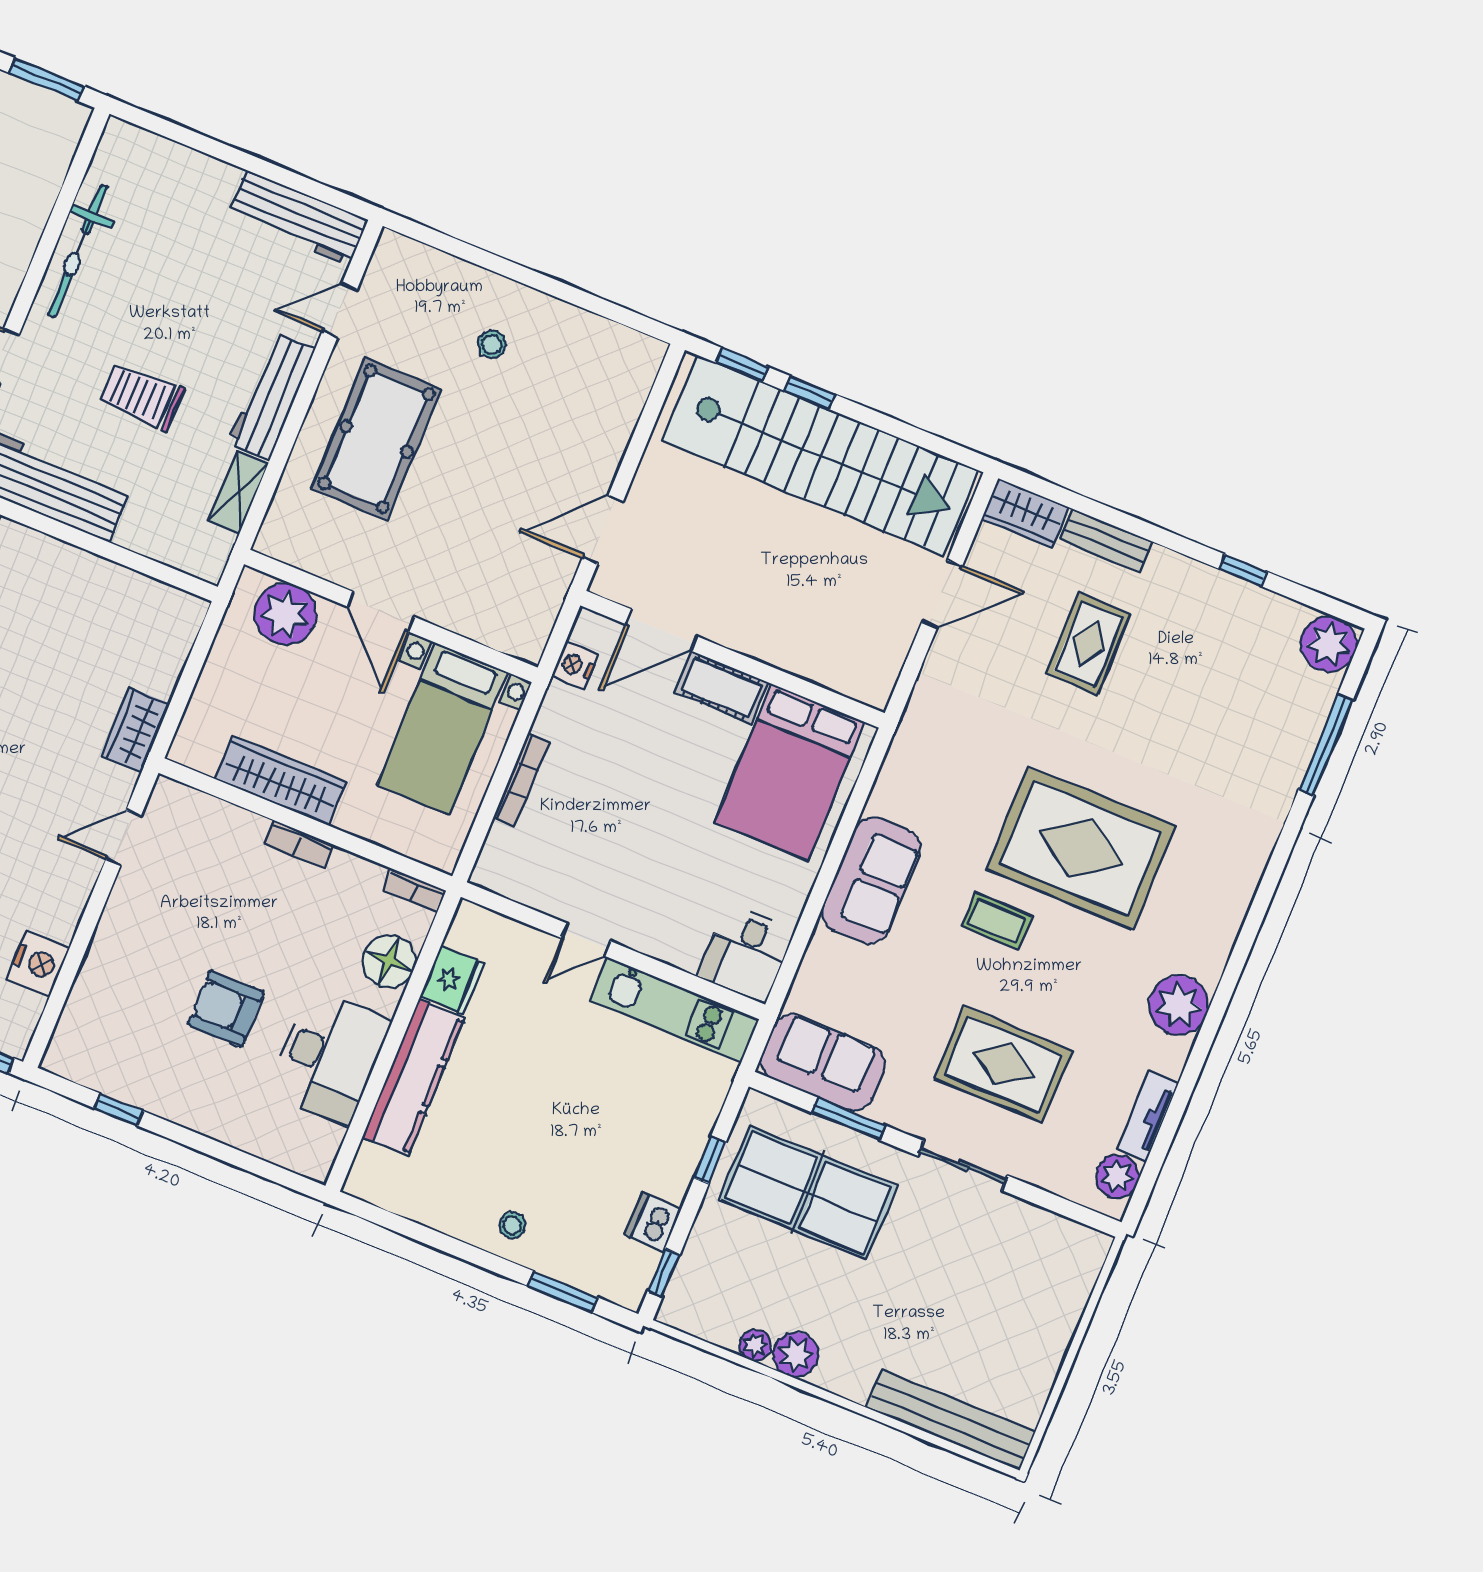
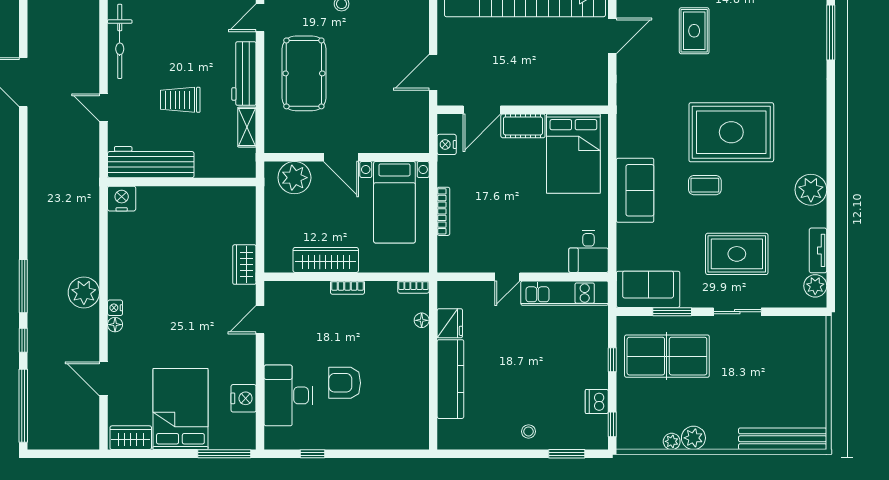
floor lamp: (389, 961) -> (422, 320), width x0.53, depth x0.53
desk: (329, 1057) -> (288, 395), moved, turned 180

